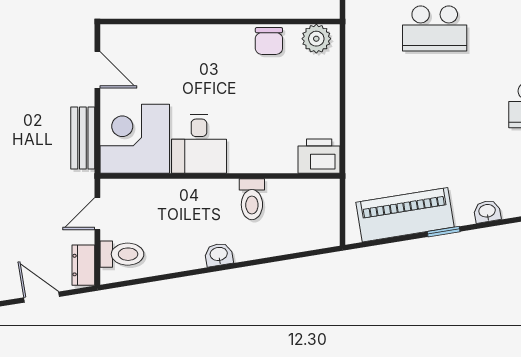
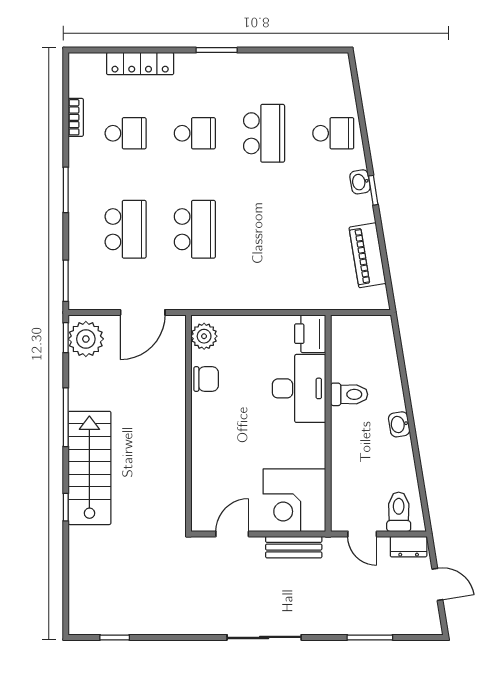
desk: (199, 144) -> (299, 388), moved, width x1.37
piano: (405, 215) -> (367, 255), width x0.73, depth x0.75
window: (444, 232) -> (373, 190), moved
door: (42, 297) -> (437, 584), swing flipped

